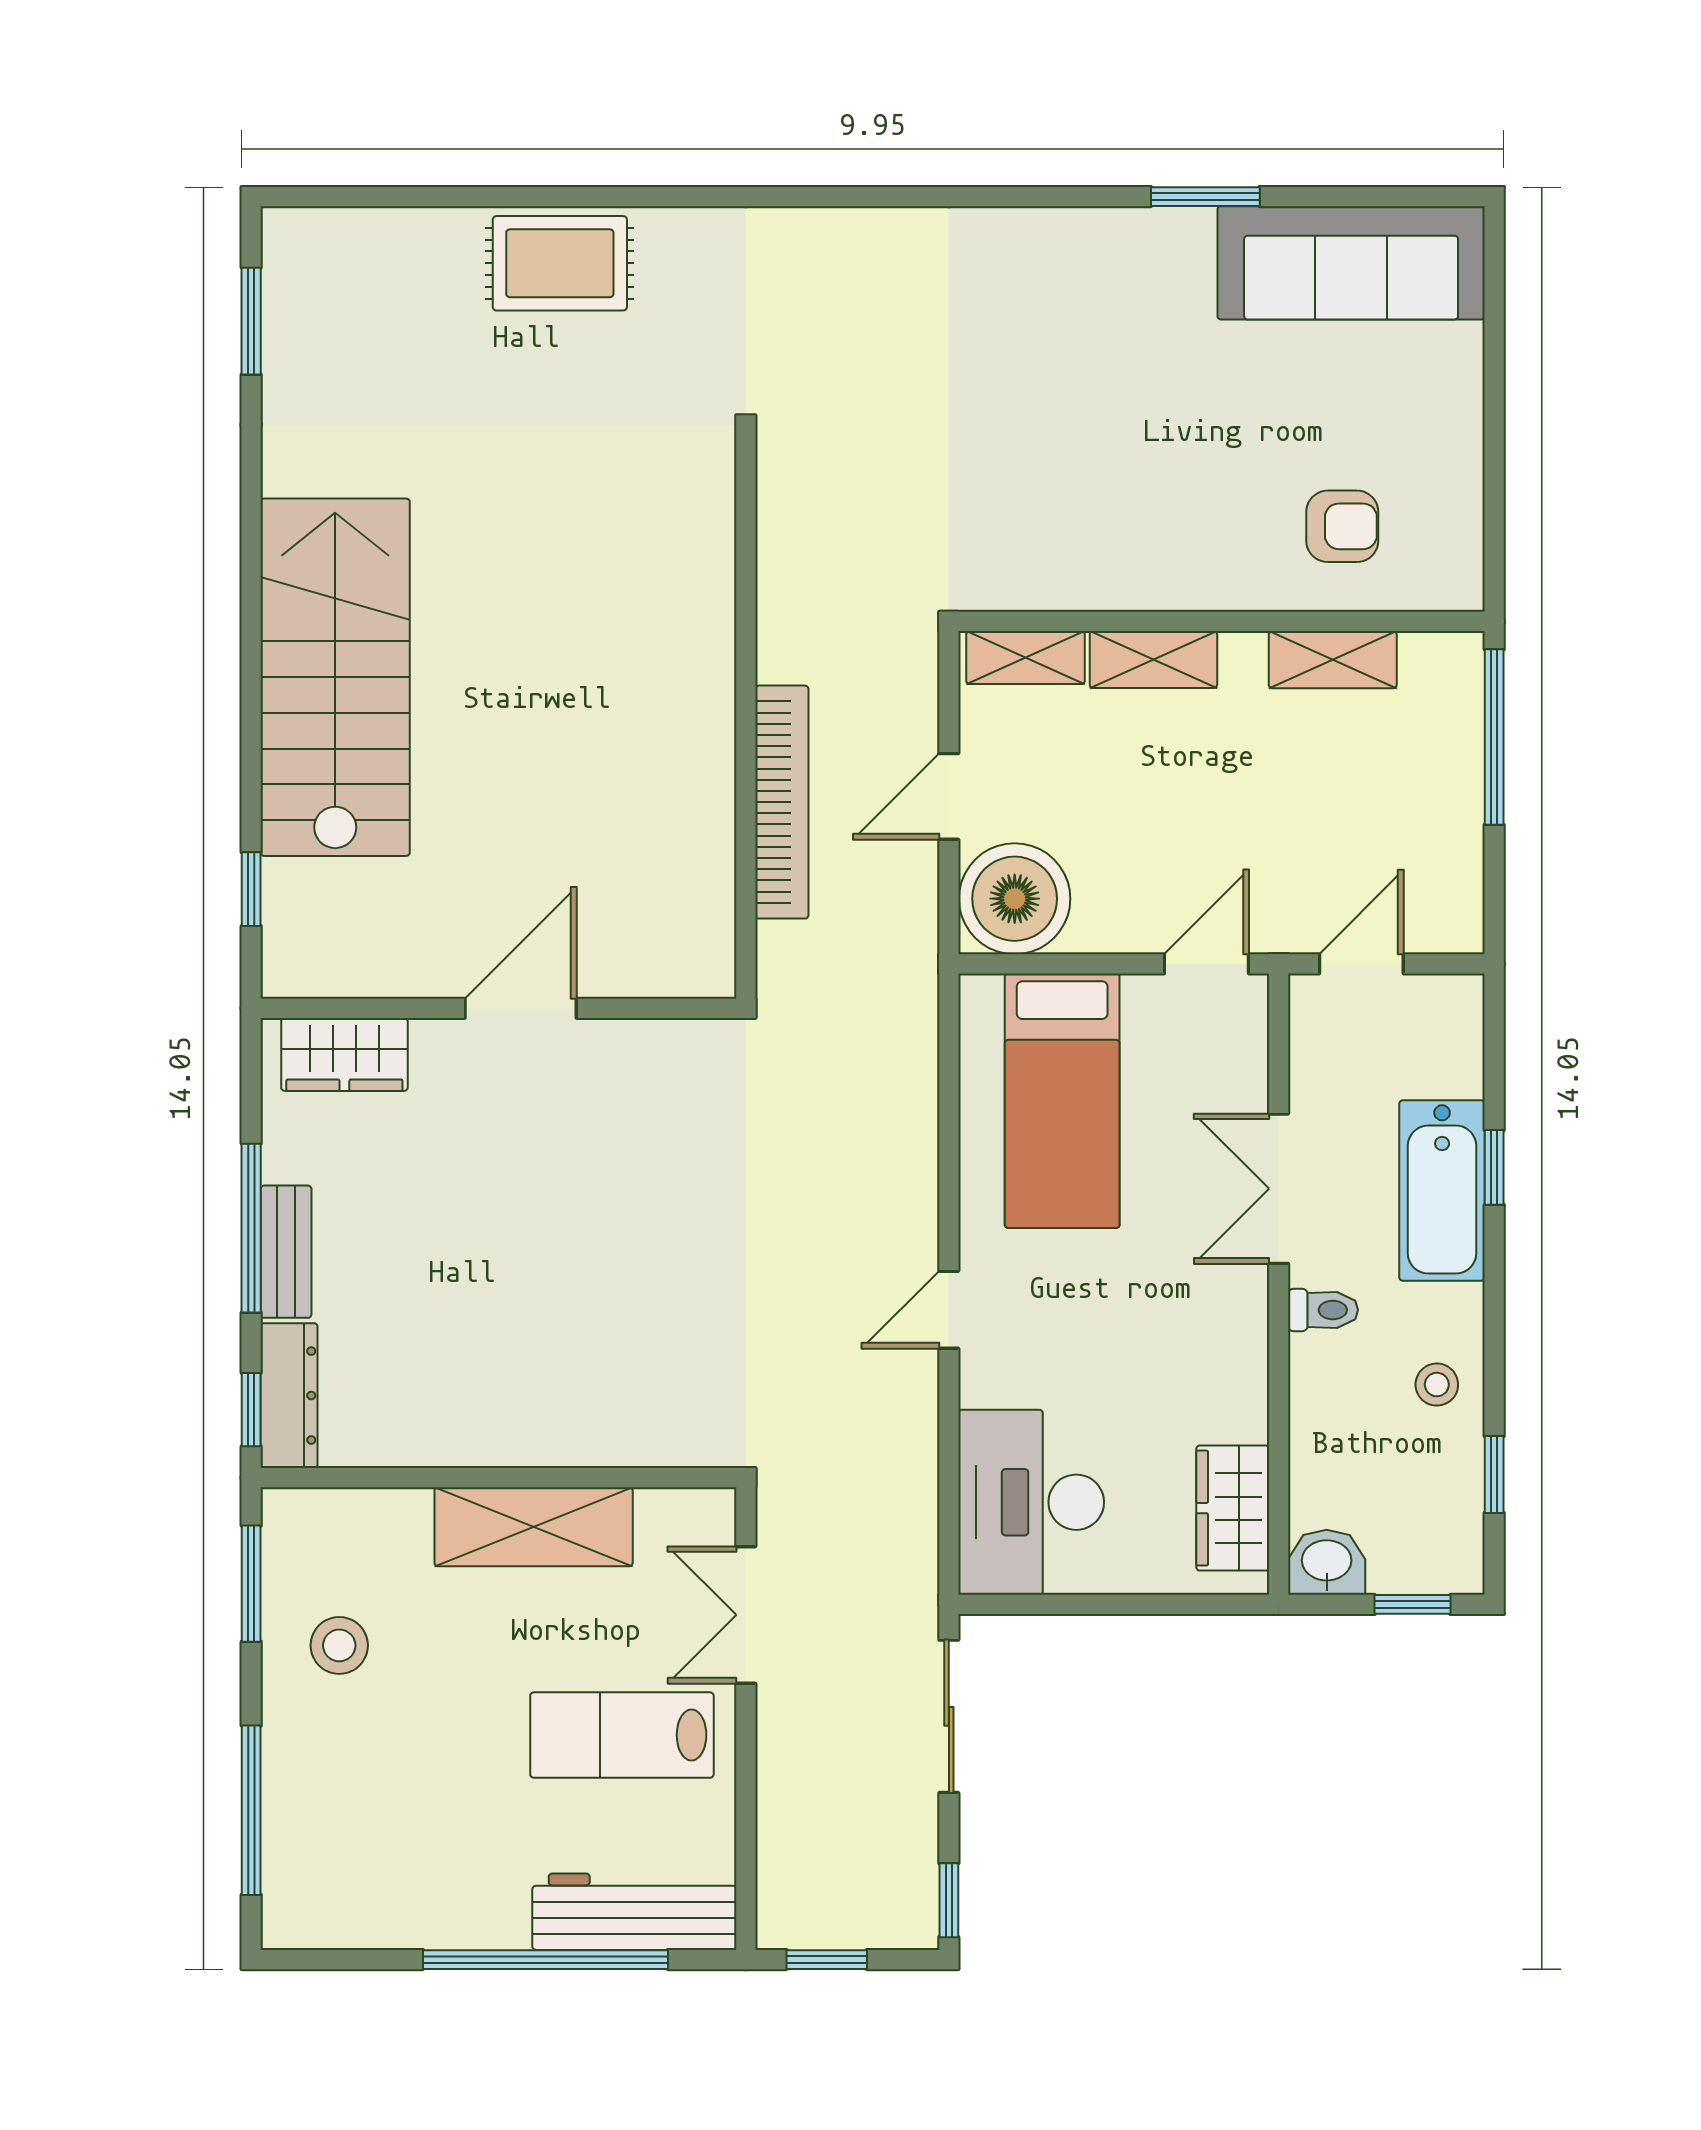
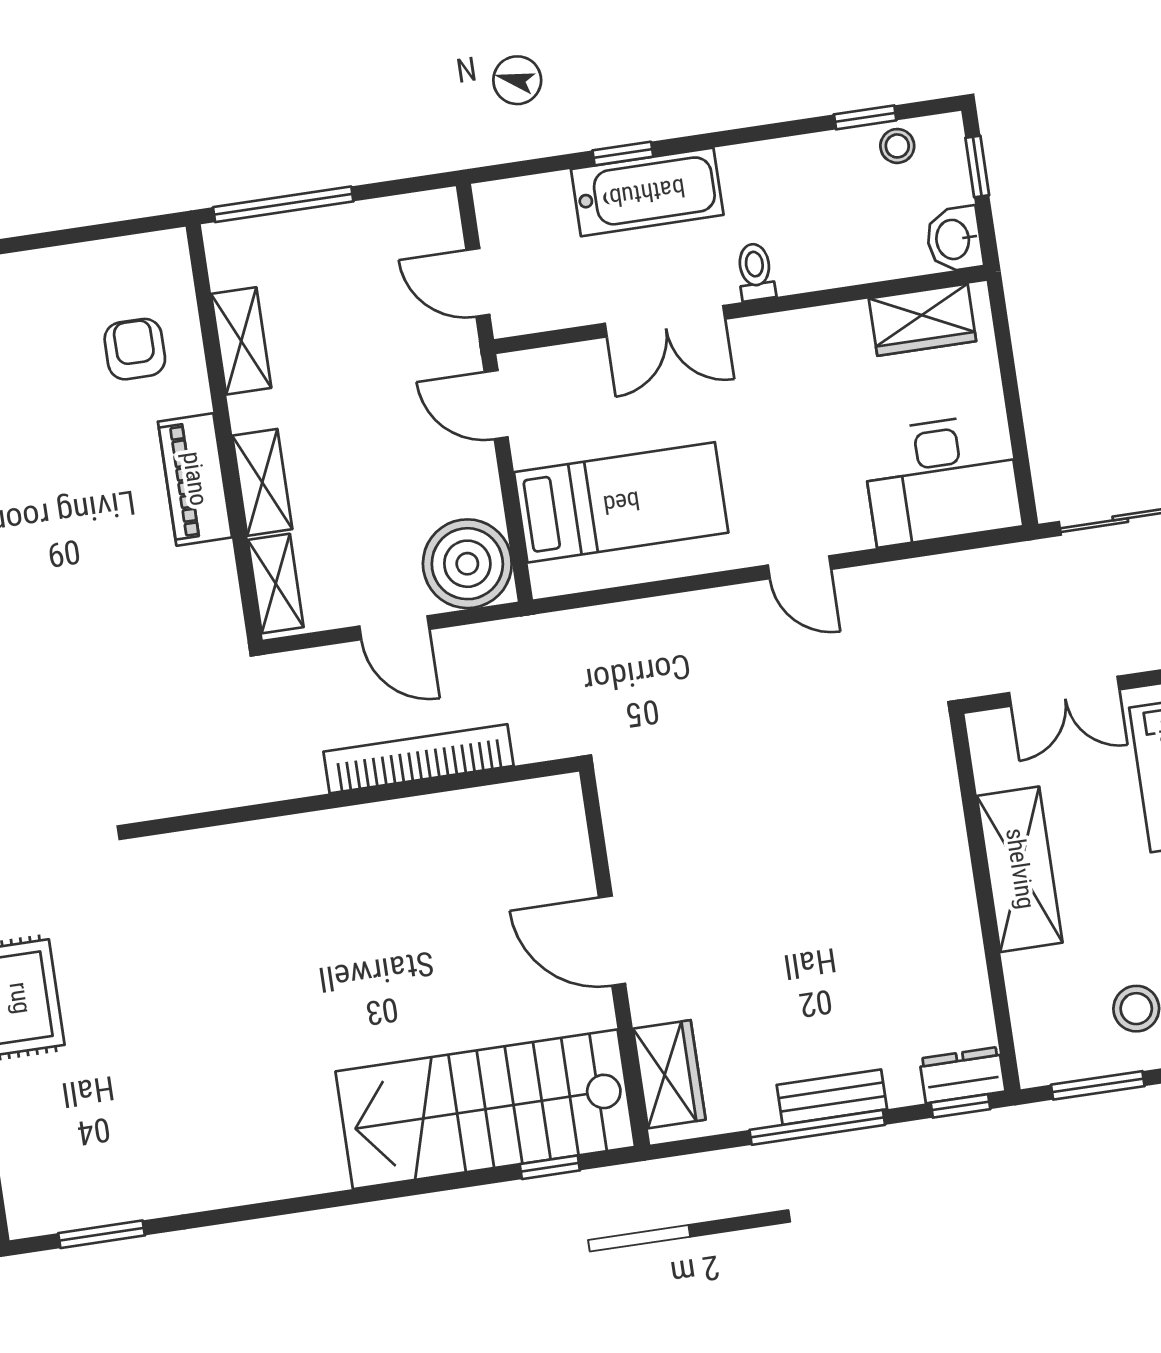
piano: (1169, 577) -> (195, 479), added
stairs: (335, 677) -> (485, 1109), moved
stool: (1437, 1385) -> (897, 146), moved
dresser: (289, 1396) -> (962, 1075), width x0.70

